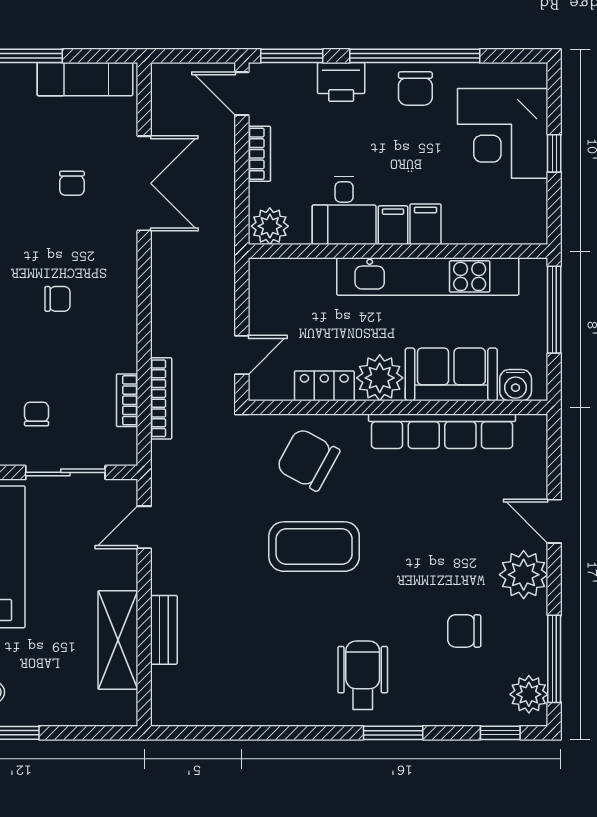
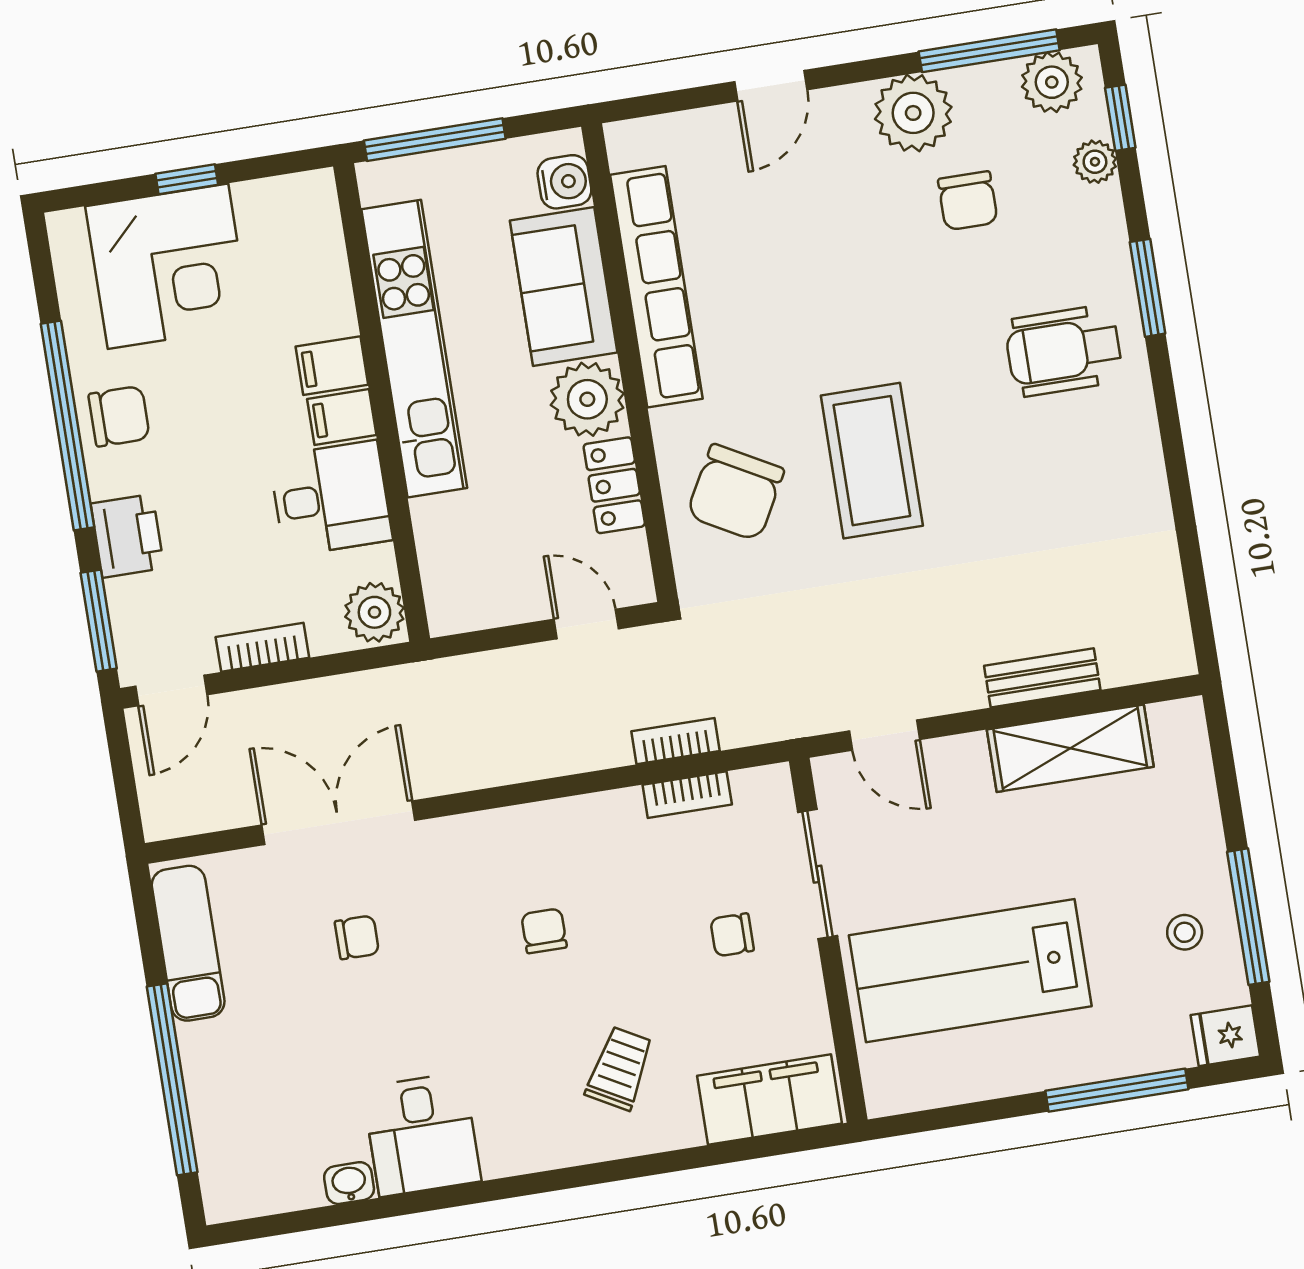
bookcase: (161, 398) -> (675, 741), width x0.64
plant: (524, 575) -> (913, 113), moved
plant: (476, 713) -> (1095, 162), added

